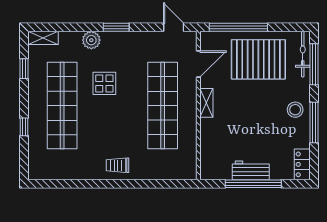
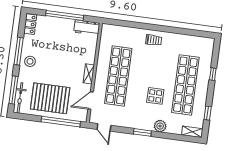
workbench: (251, 170) -> (87, 28), moved

